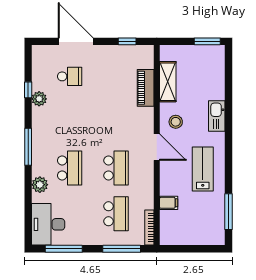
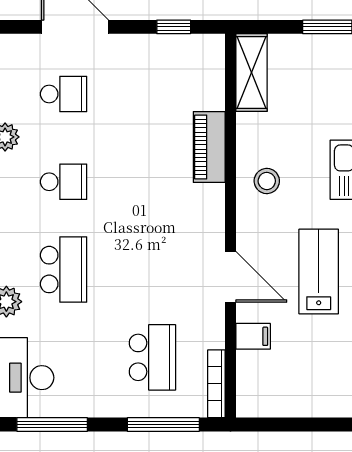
shelving: (168, 82) -> (252, 73), moved
piano: (146, 88) -> (209, 147), moved
door: (157, 147) -> (231, 277), moved
school desk: (116, 168) -> (63, 182), moved, width x0.54

